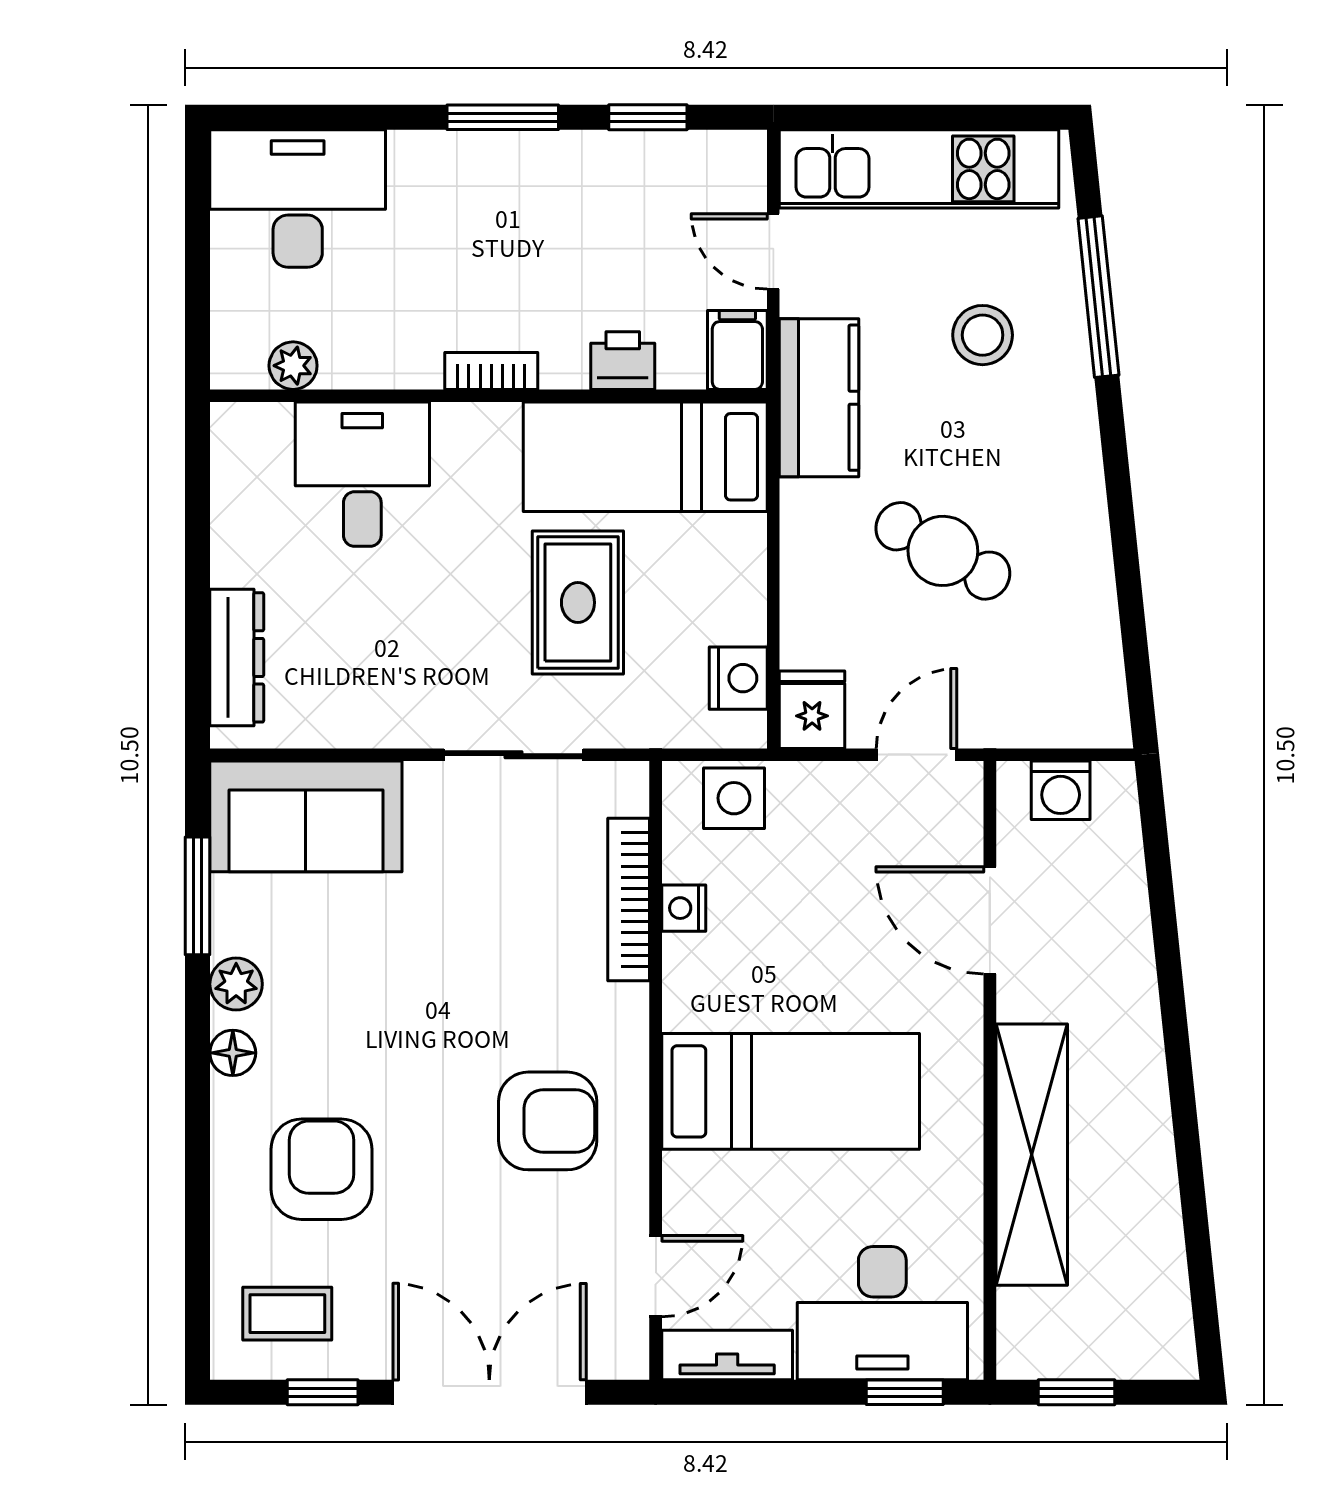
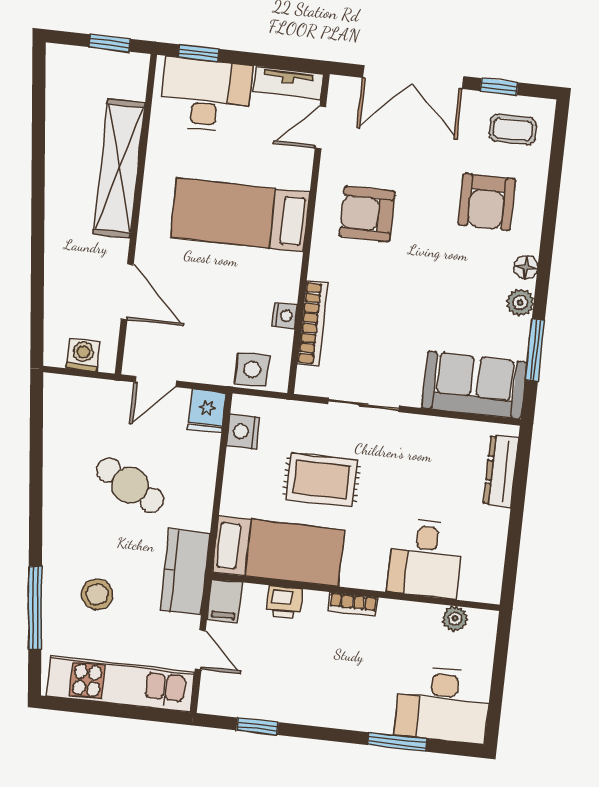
window: (503, 117) -> (398, 742), moved
rug: (578, 603) -> (322, 480), turned 90

